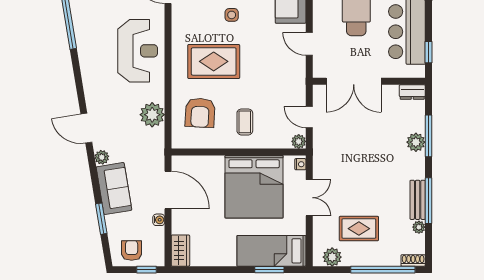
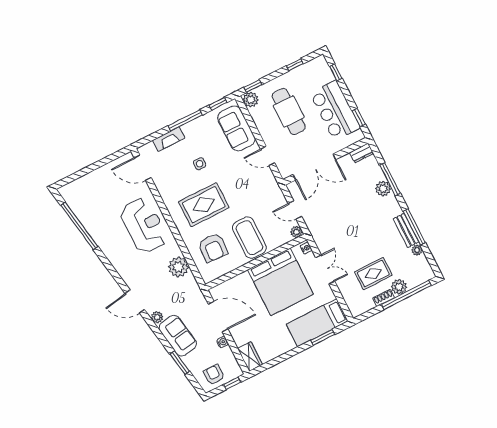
coffee table: (245, 122) -> (249, 238), width x1.86, depth x1.72
plant: (332, 257) -> (399, 287), moved
shoe rack: (413, 260) -> (384, 298), moved

